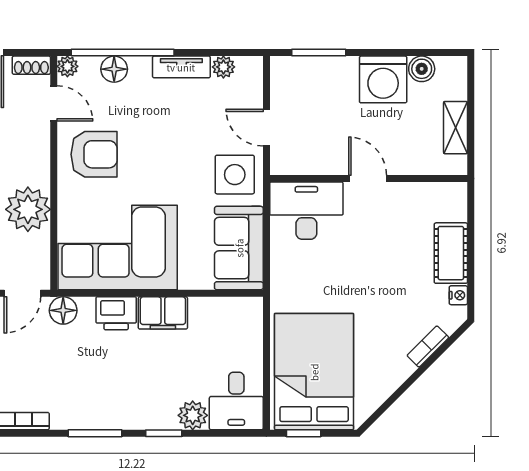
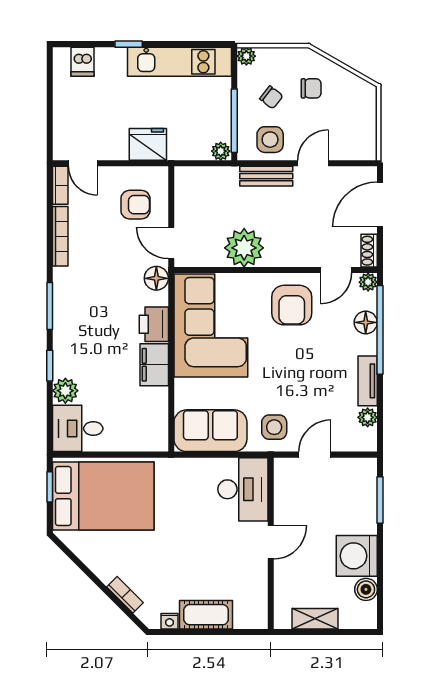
side table: (235, 175) -> (274, 427), width x0.73, depth x0.73

